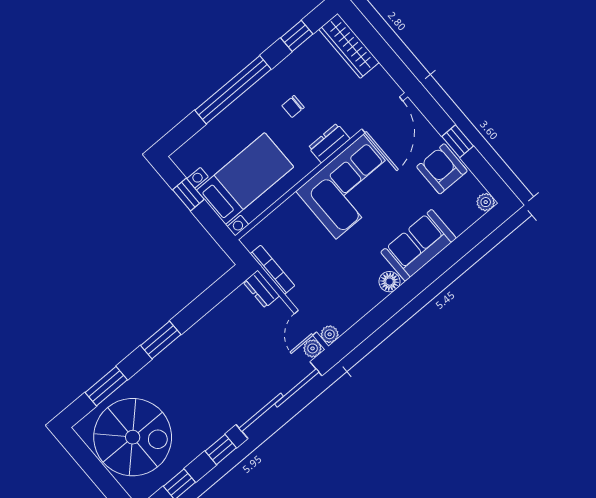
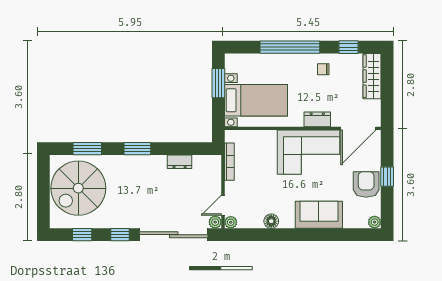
chair: (293, 106) -> (323, 69), moved
window: (188, 195) -> (218, 83), width x1.50
floor lamp: (389, 282) -> (271, 221), moved
dresser: (261, 289) -> (180, 162), moved, turned -90
spiral stairs: (133, 437) -> (78, 188), turned 90

